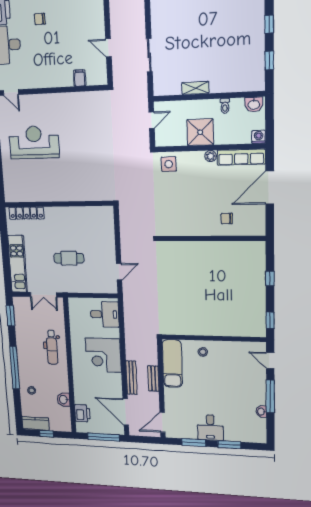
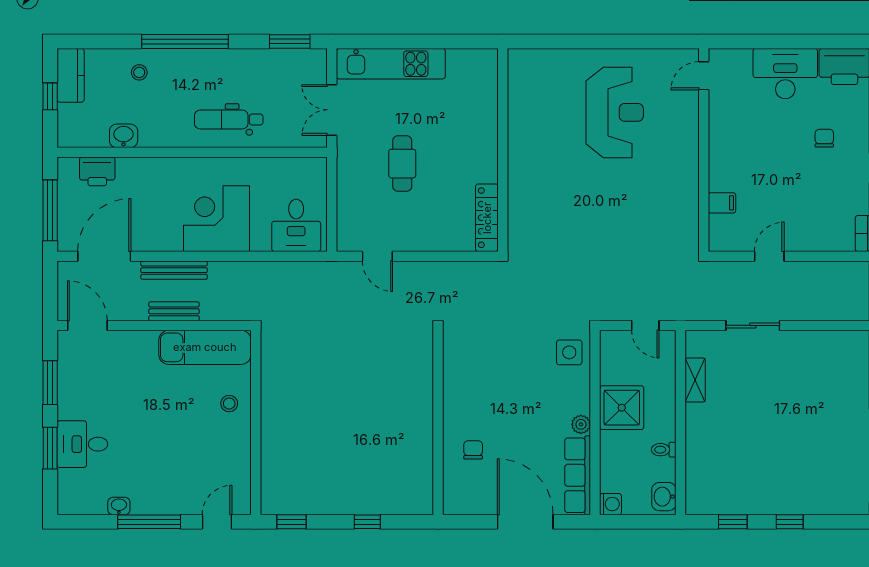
shelving: (195, 88) -> (695, 380), moved
locker: (27, 213) -> (487, 218), moved
desk: (210, 427) -> (82, 444), moved

